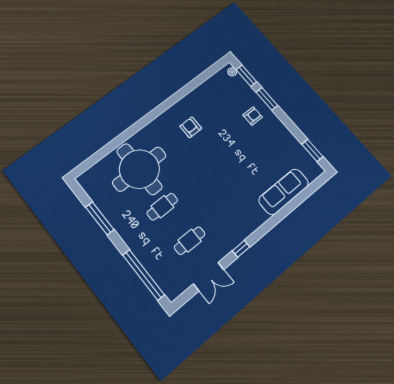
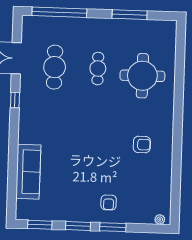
window: (246, 76) -> (78, 226), moved
round table: (139, 169) -> (142, 76), width x0.73, depth x0.73
cafe table: (190, 241) -> (55, 67), width x1.37, depth x1.35

